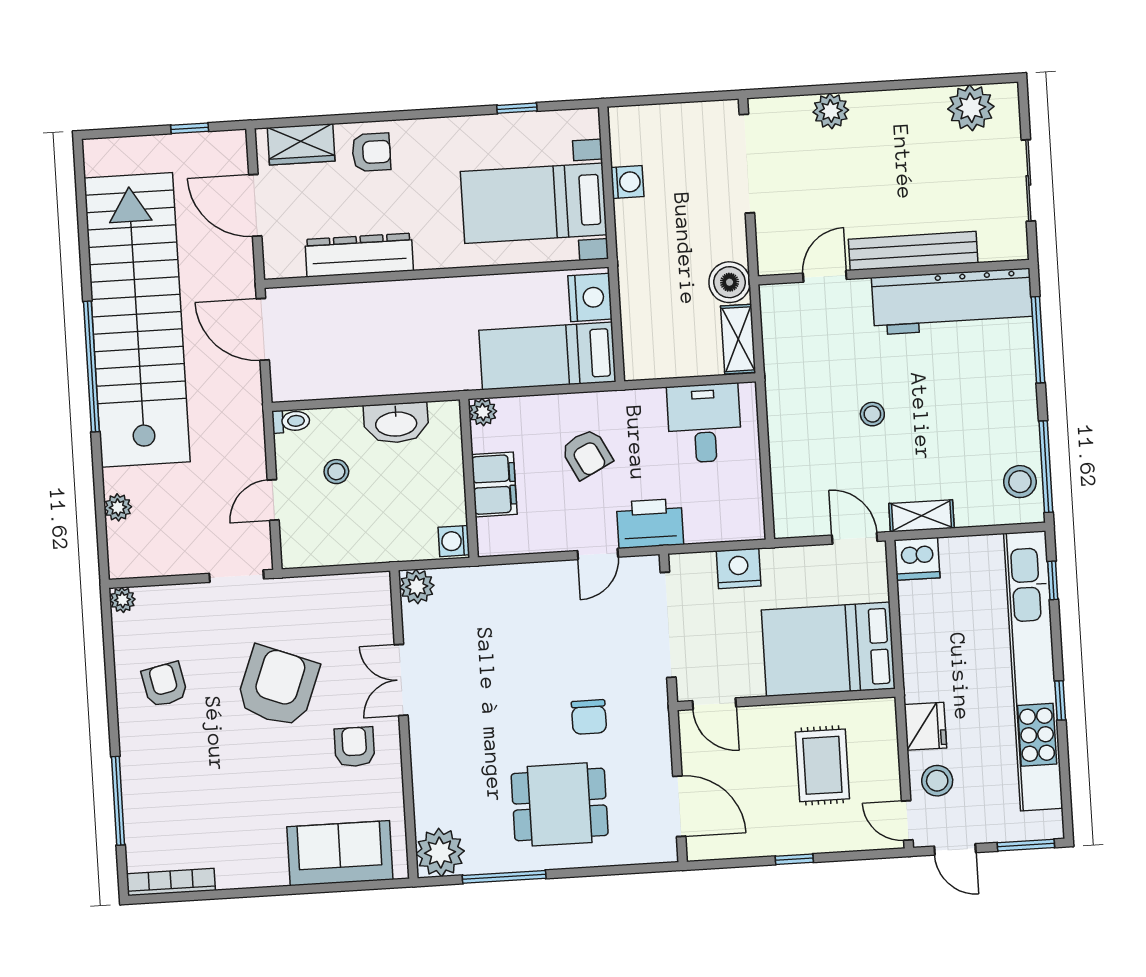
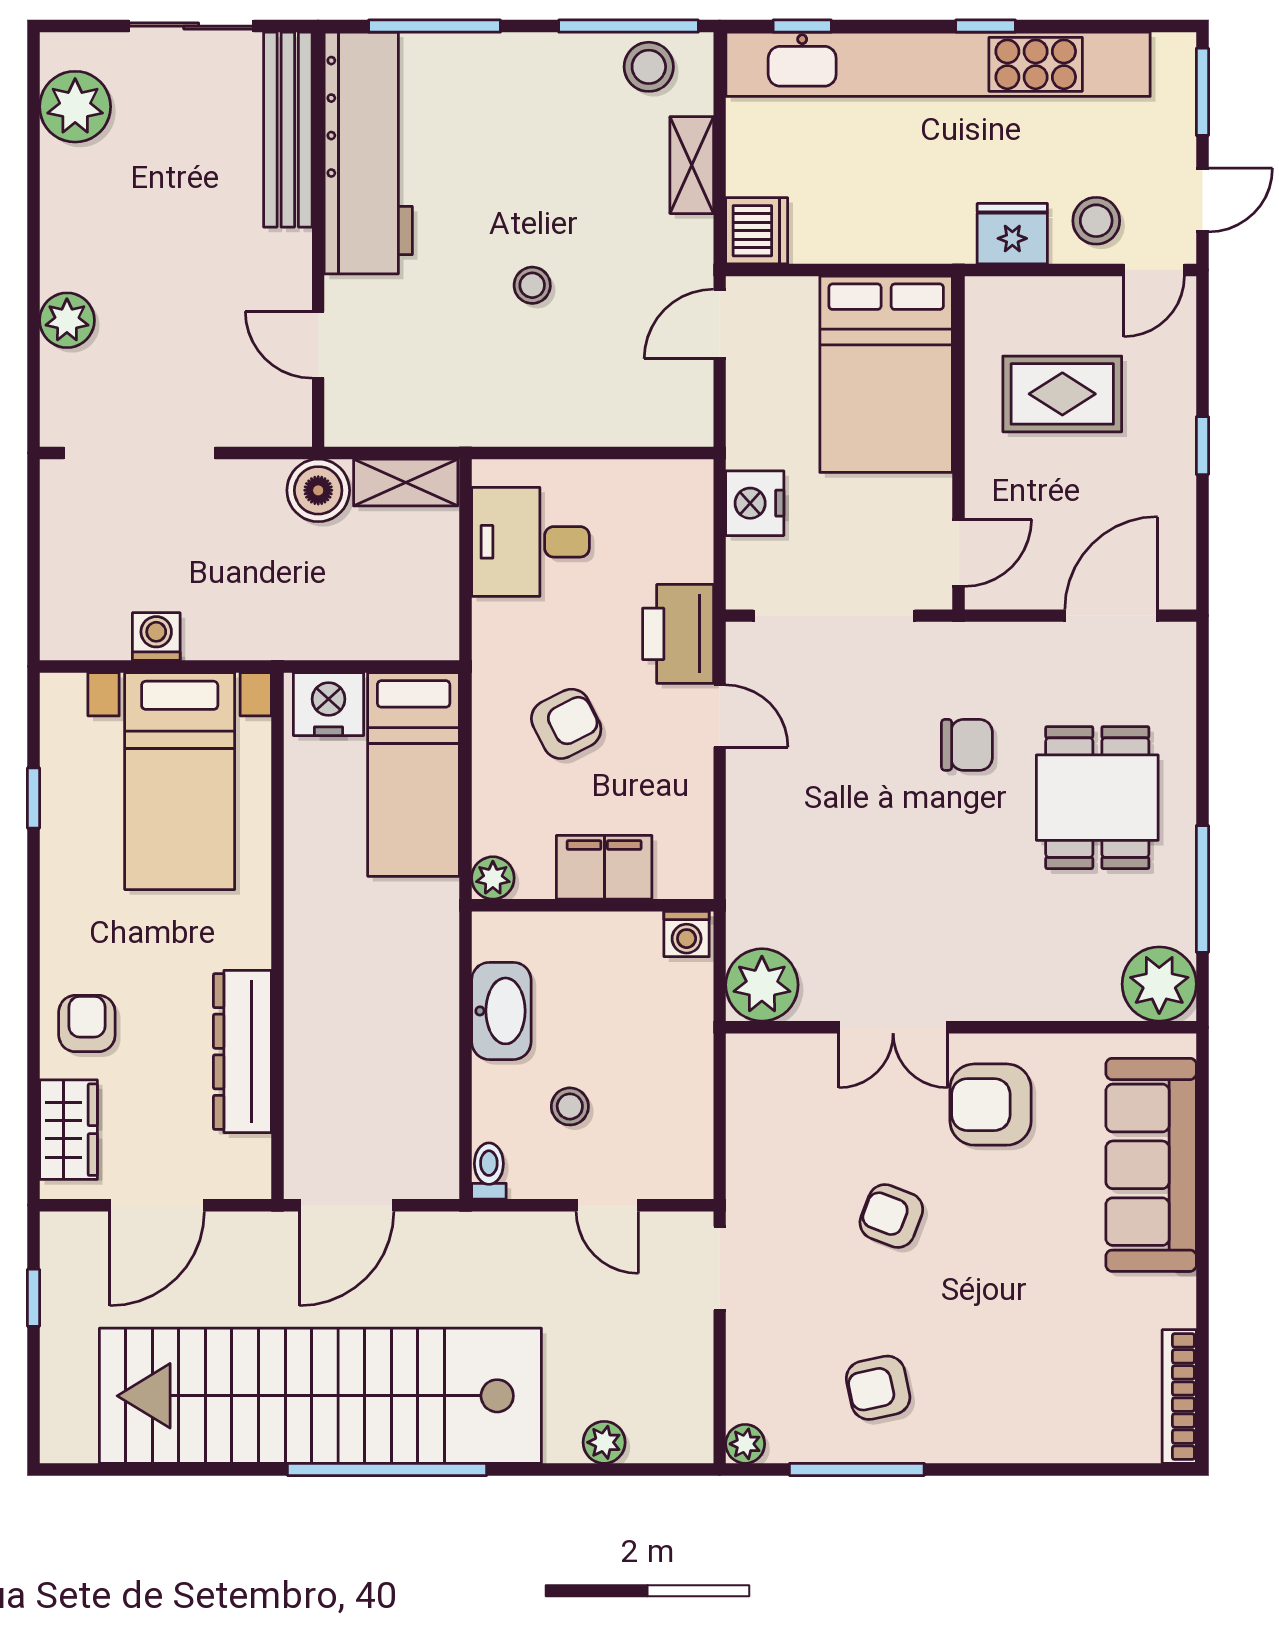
bench: (913, 251) -> (288, 130), moved
shelving: (922, 516) -> (692, 165), moved
plant: (417, 587) -> (762, 985), width x1.36, depth x1.36
armchair: (277, 686) -> (891, 1216), width x0.53, depth x0.53
armchair: (354, 747) -> (991, 1105), width x1.38, depth x1.38
window: (118, 801) -> (857, 1469), moved
sofa: (340, 853) -> (1151, 1165), width x1.36

